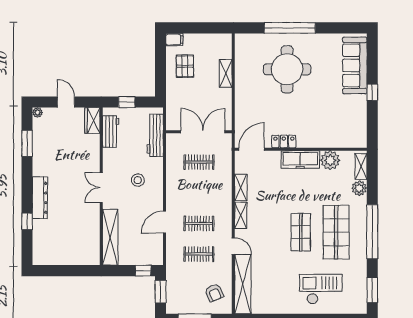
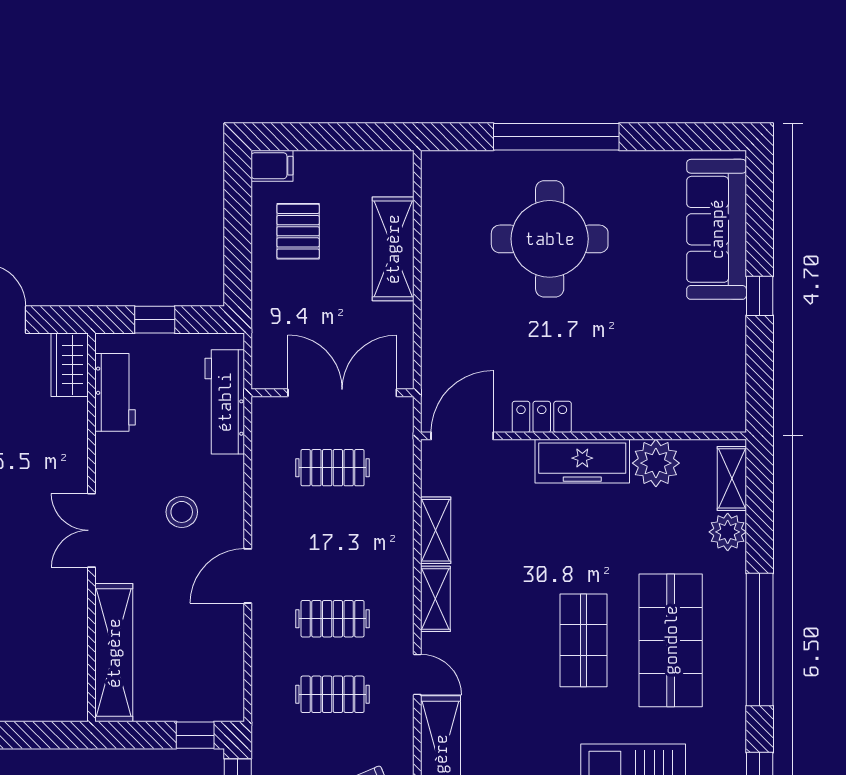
shelving: (226, 73) -> (393, 249), width x1.50, depth x1.33
door: (165, 222) -> (248, 576), moved

